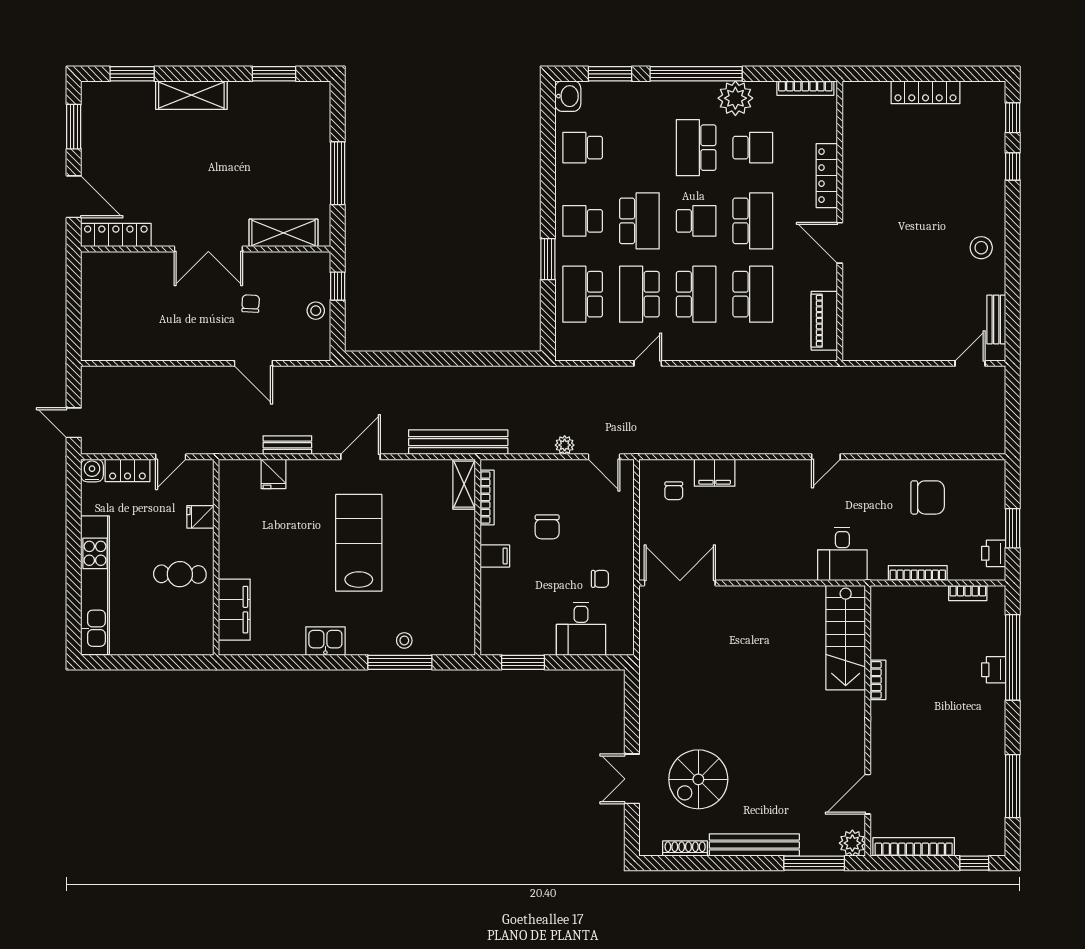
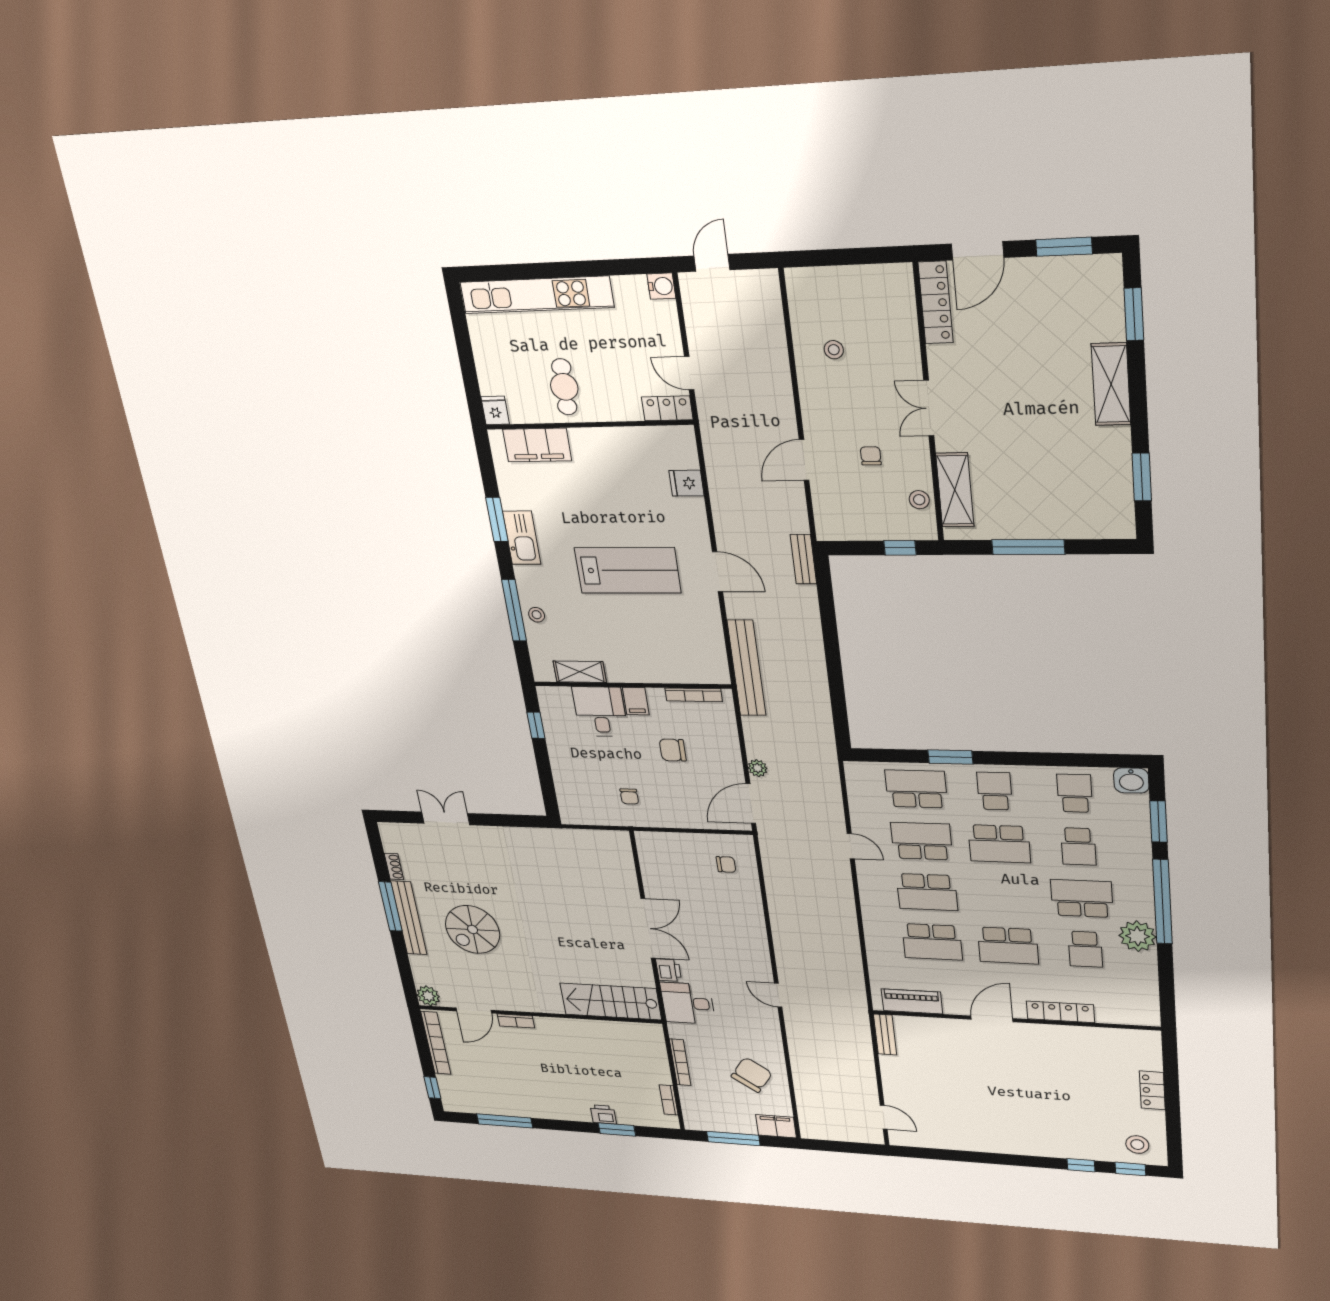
bookcase: (805, 88) -> (1152, 998), removed
locker: (925, 92) -> (1152, 1090), width x0.66
school desk: (696, 221) -> (1078, 846), moved
stool: (981, 248) -> (1137, 1145), moved
double door: (208, 249) -> (929, 408), width x0.73
chair: (251, 304) -> (871, 456), turned -93
stool: (316, 311) -> (919, 500), moved
bench: (996, 319) -> (885, 1035), moved, turned 90
stool: (154, 326) -> (834, 350), added
bench: (287, 445) -> (803, 559), moved
door: (604, 457) -> (751, 804), width x1.38
locker: (127, 470) -> (667, 408), moved, turned 90
filing cabinet: (715, 473) -> (776, 1126), moved, turned 90
shelving: (464, 484) -> (580, 672), moved
chair: (674, 491) -> (726, 864), turned 180
chair: (928, 497) -> (752, 1075), turned -145
fridge: (200, 517) -> (495, 410), moved
window: (1013, 528) -> (733, 1138), width x1.44
printer: (994, 553) -> (669, 970), moved, turned 90
double door: (680, 583) -> (648, 928), moved
desk: (581, 629) -> (600, 712), moved, turned 90
kitchen sink: (325, 641) -> (522, 538), width x1.38
window: (1013, 657) -> (617, 1130), width x0.47
window: (307, 662) -> (497, 520), added
window: (523, 662) -> (536, 725), width x0.67
bookcase: (878, 680) -> (516, 1021), moved
spiral stairs: (698, 779) -> (473, 929), moved, turned -90
door: (868, 794) -> (474, 1011), swing flipped
shoe rack: (685, 849) -> (394, 867), width x0.70
window: (814, 863) -> (390, 906), moved

